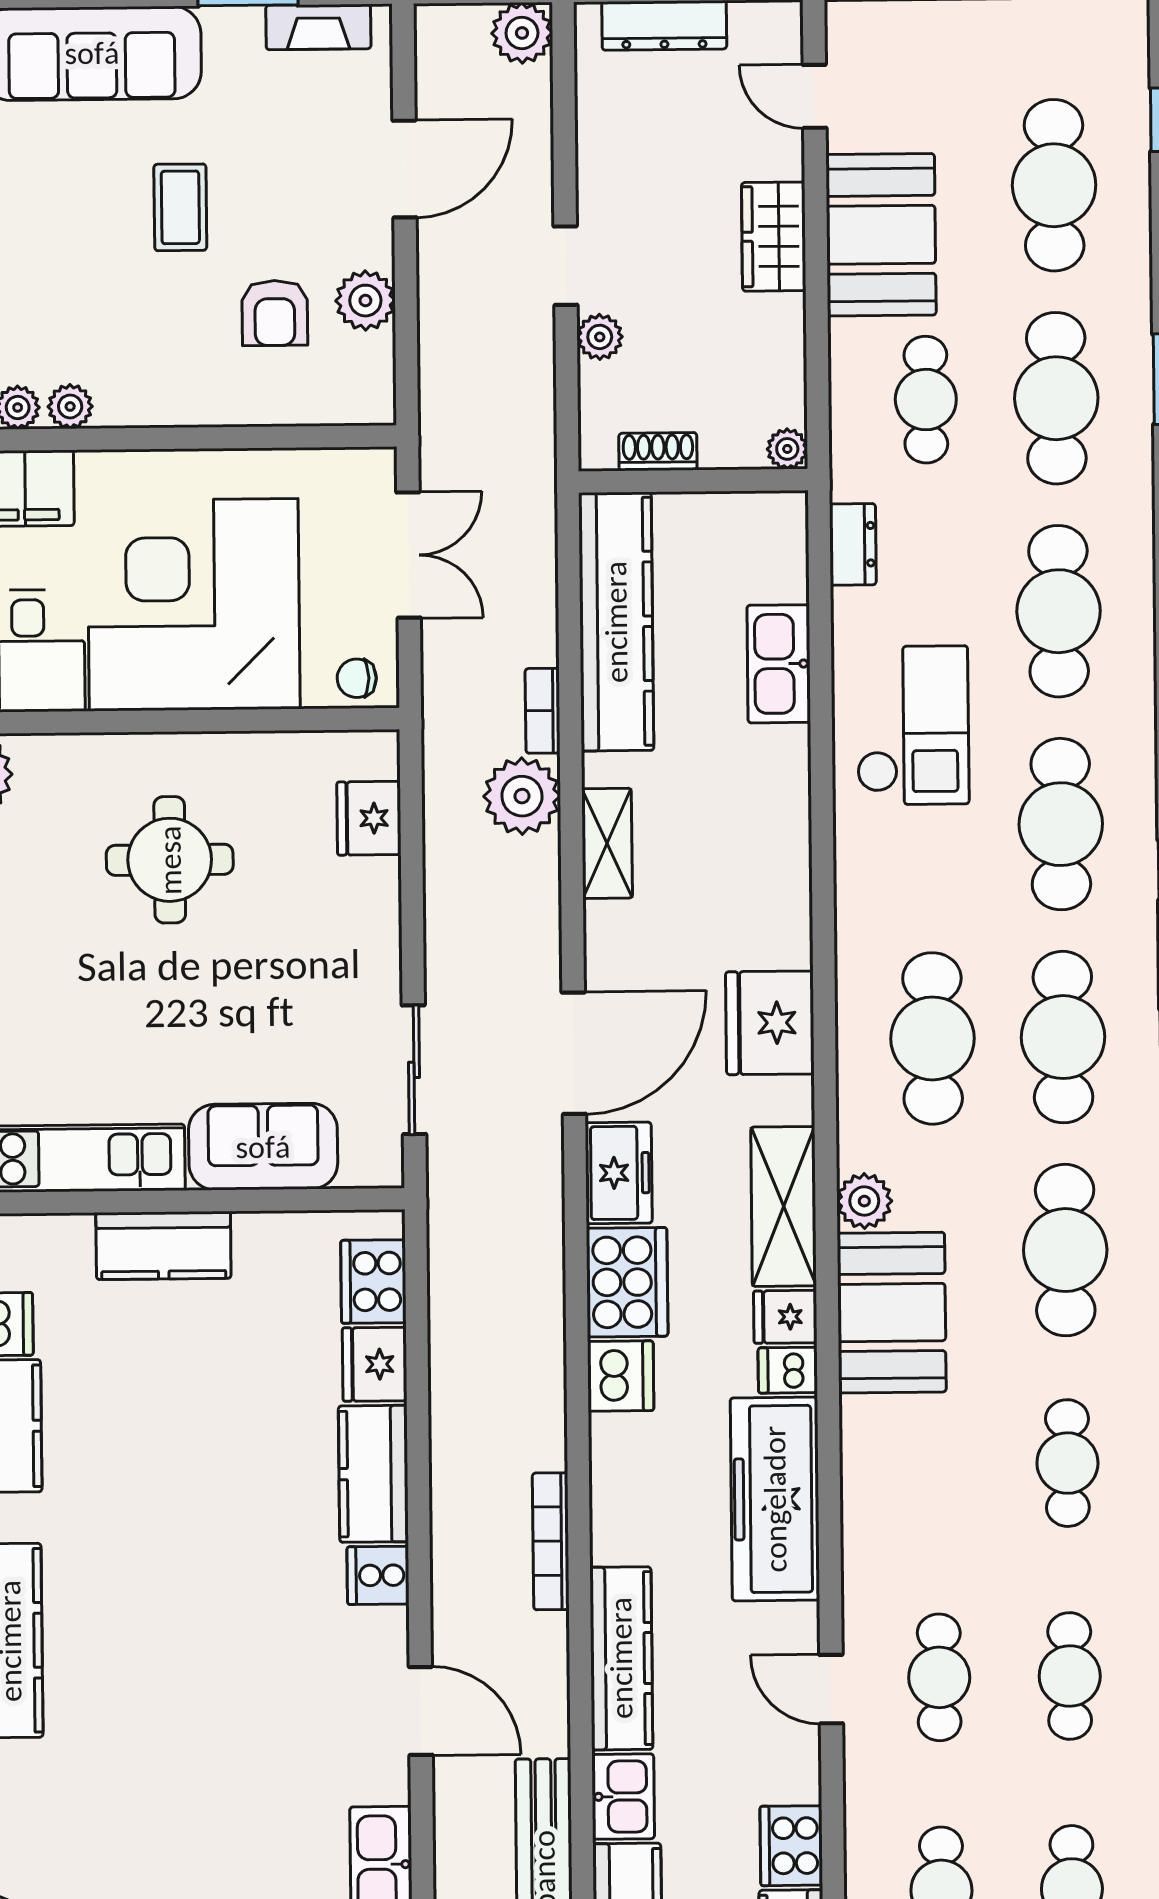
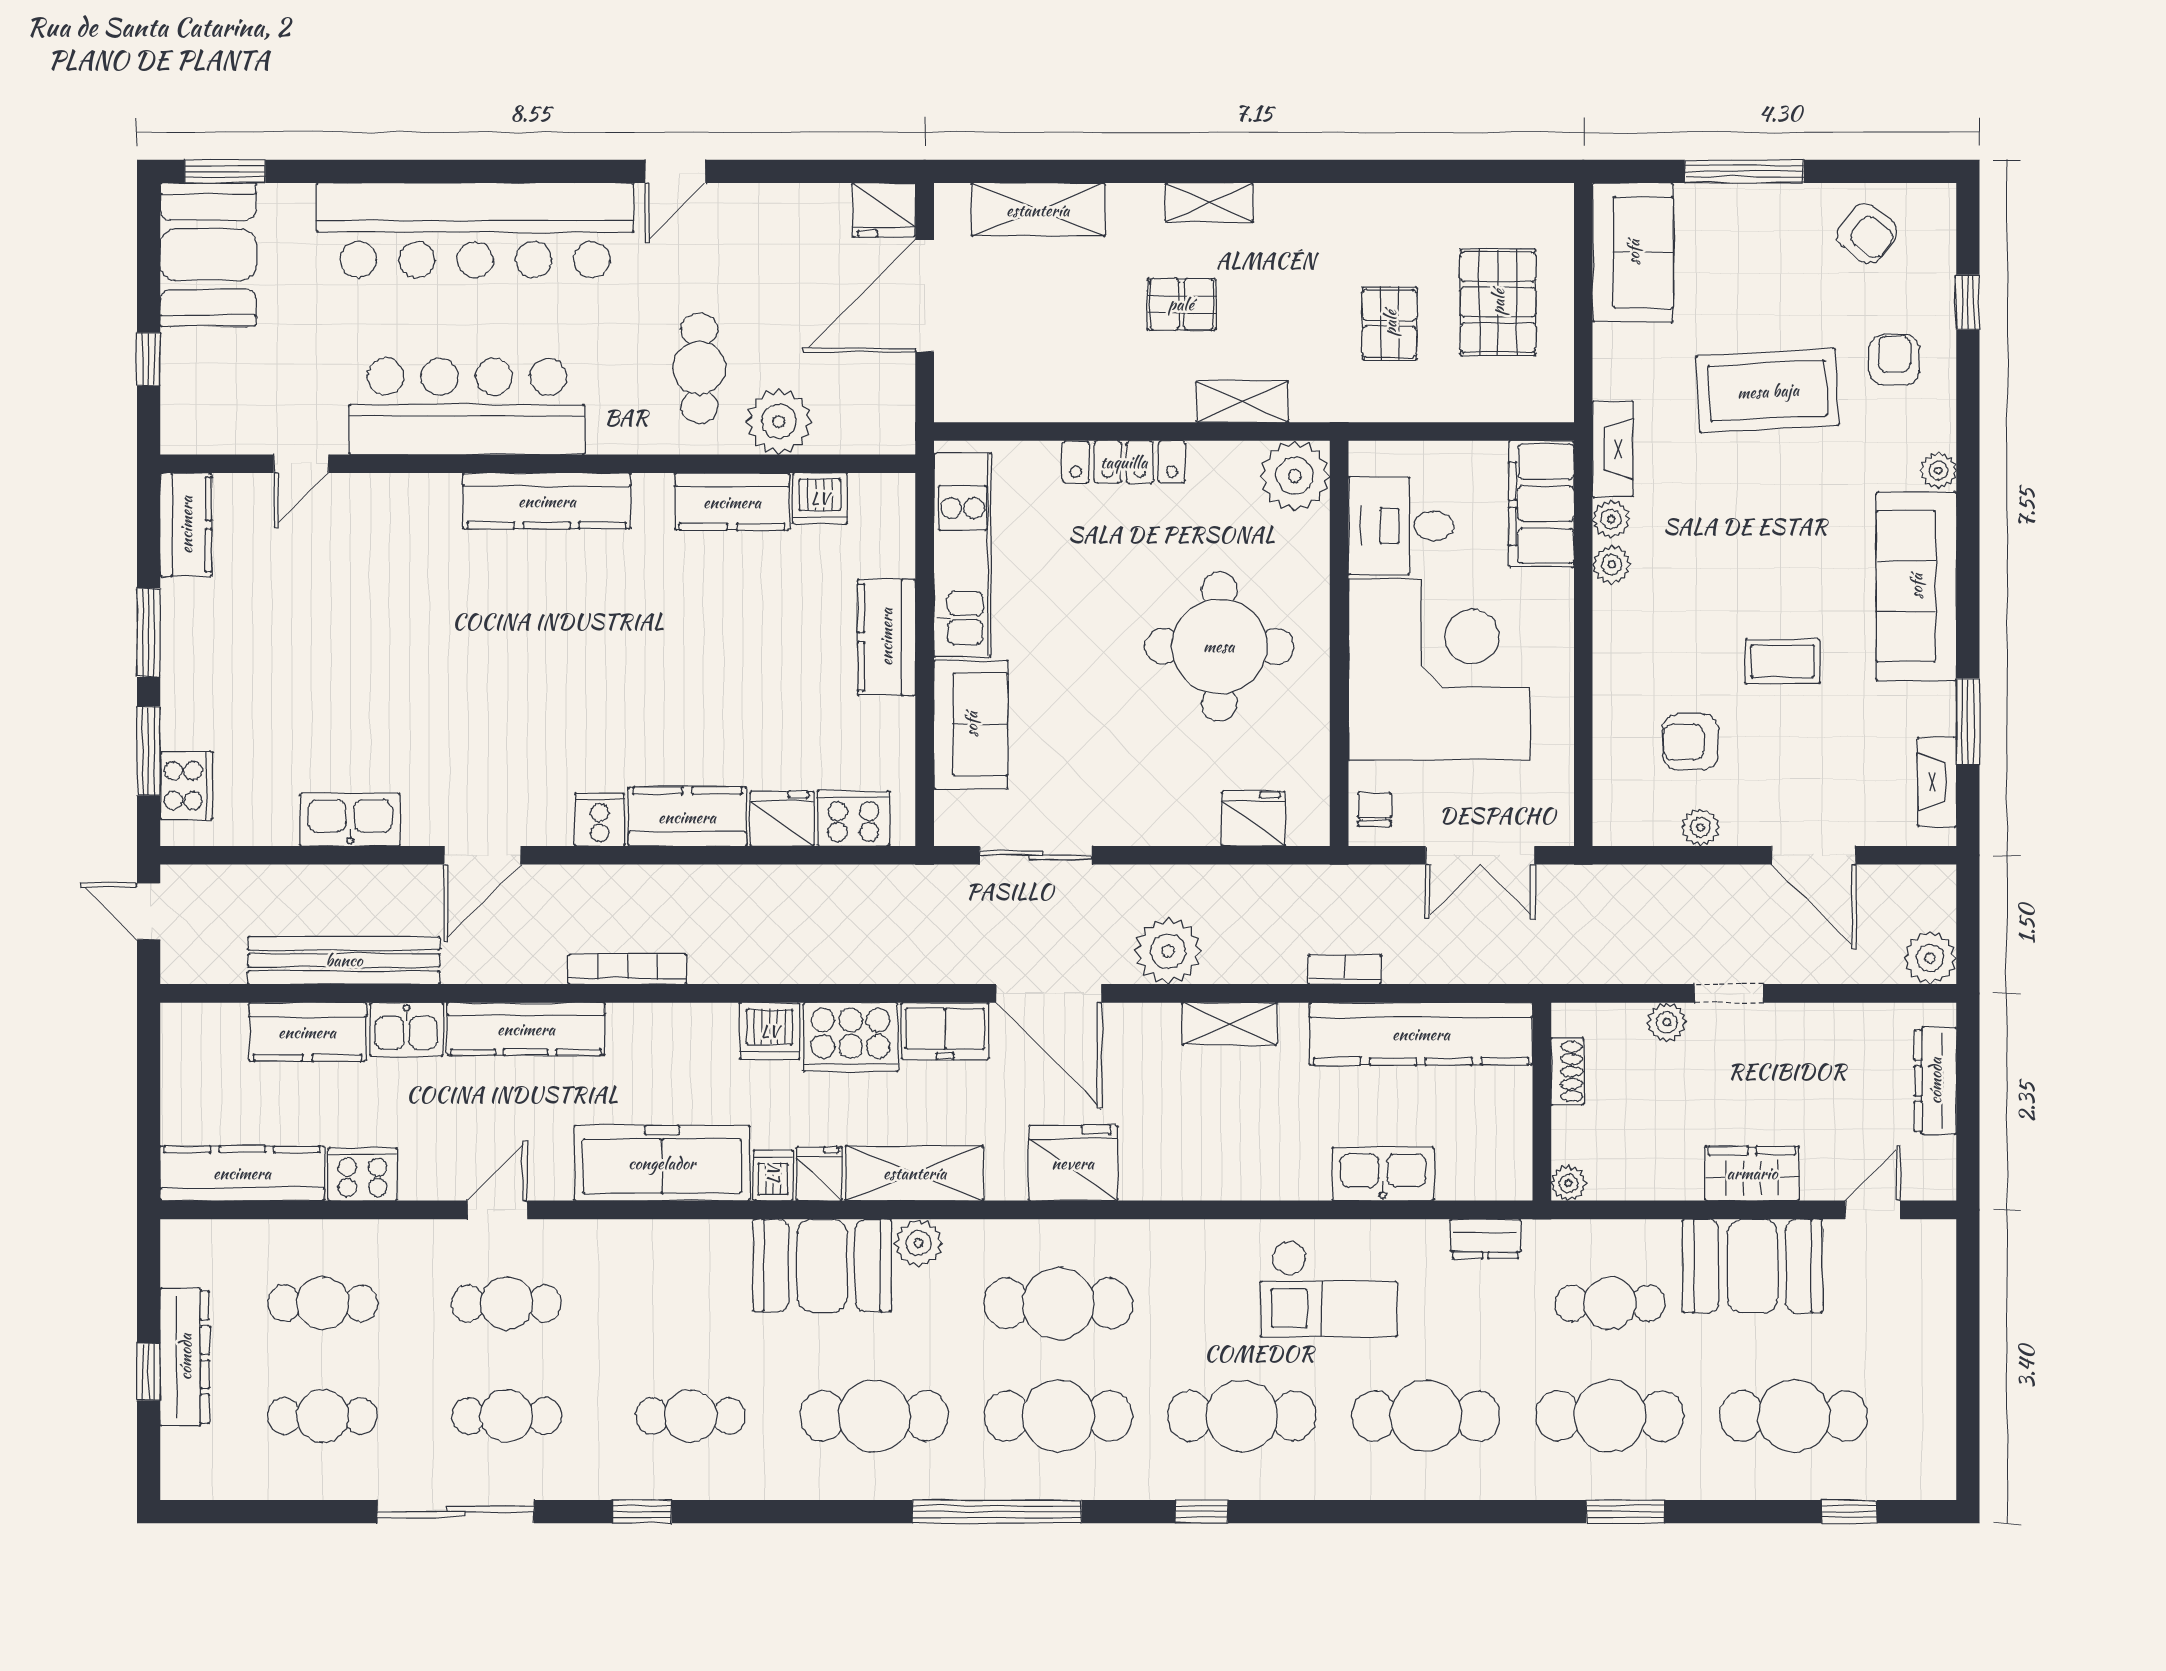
plant: (365, 301) -> (1700, 827), width x0.73, depth x0.73
plant: (522, 796) -> (1168, 951), moved
round table: (170, 860) -> (1219, 646), width x1.36, depth x1.36

